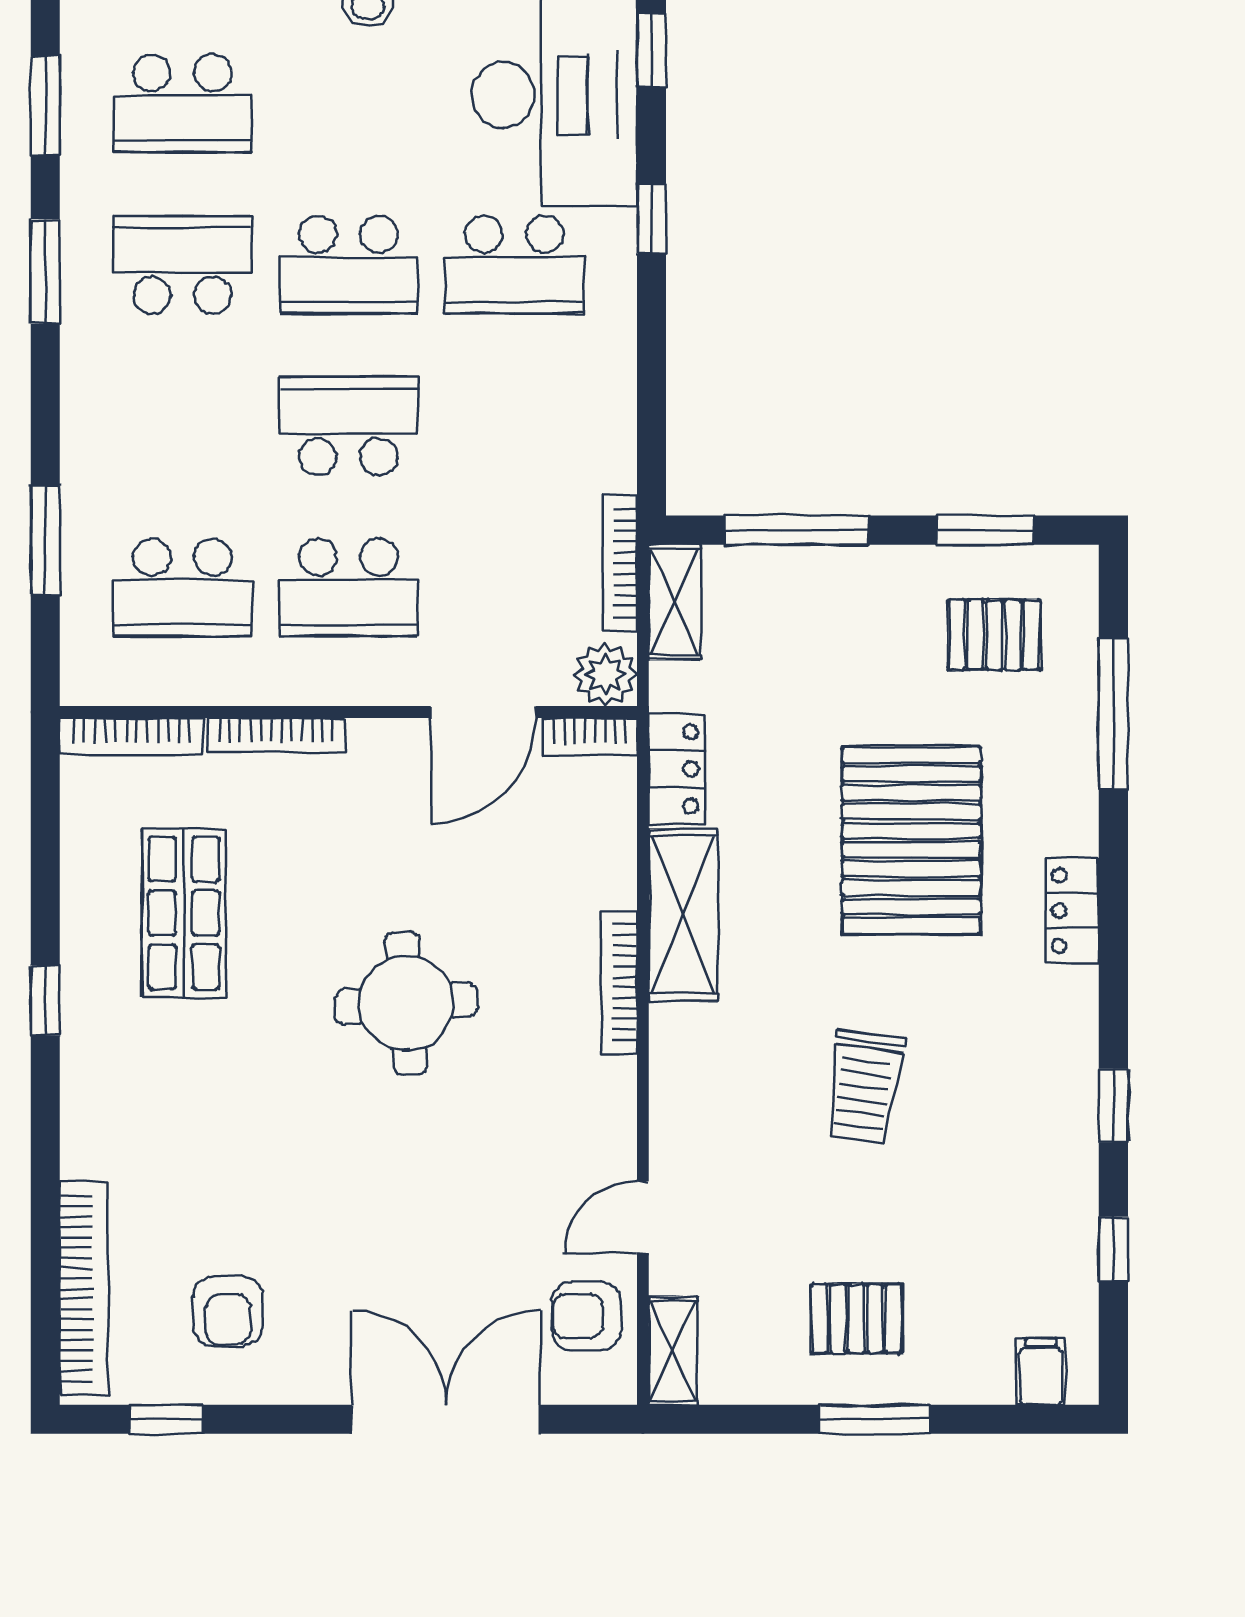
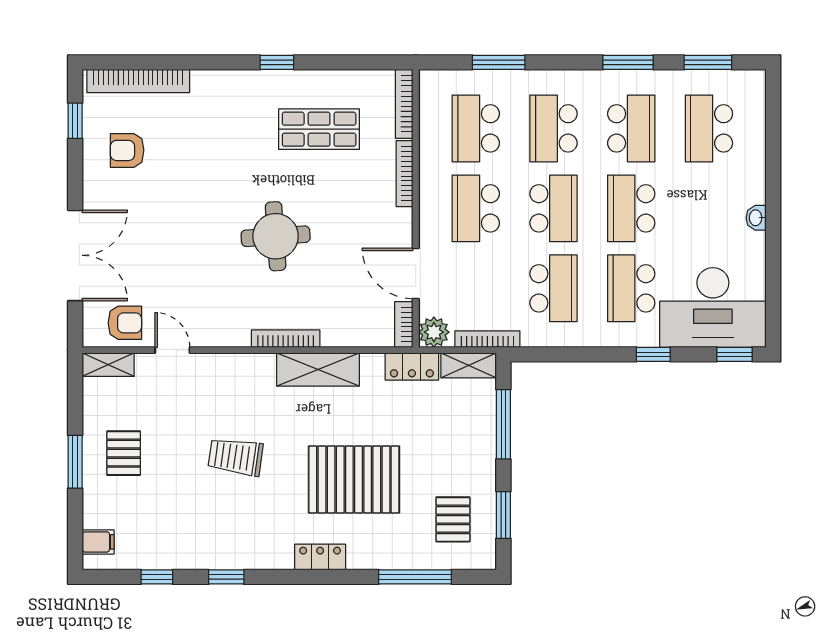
school desk: (182, 426) -> (553, 128), added
school desk: (514, 426) -> (553, 288), added
locker: (677, 769) -> (412, 367), moved
armchair: (586, 1316) -> (125, 323), turned 90

